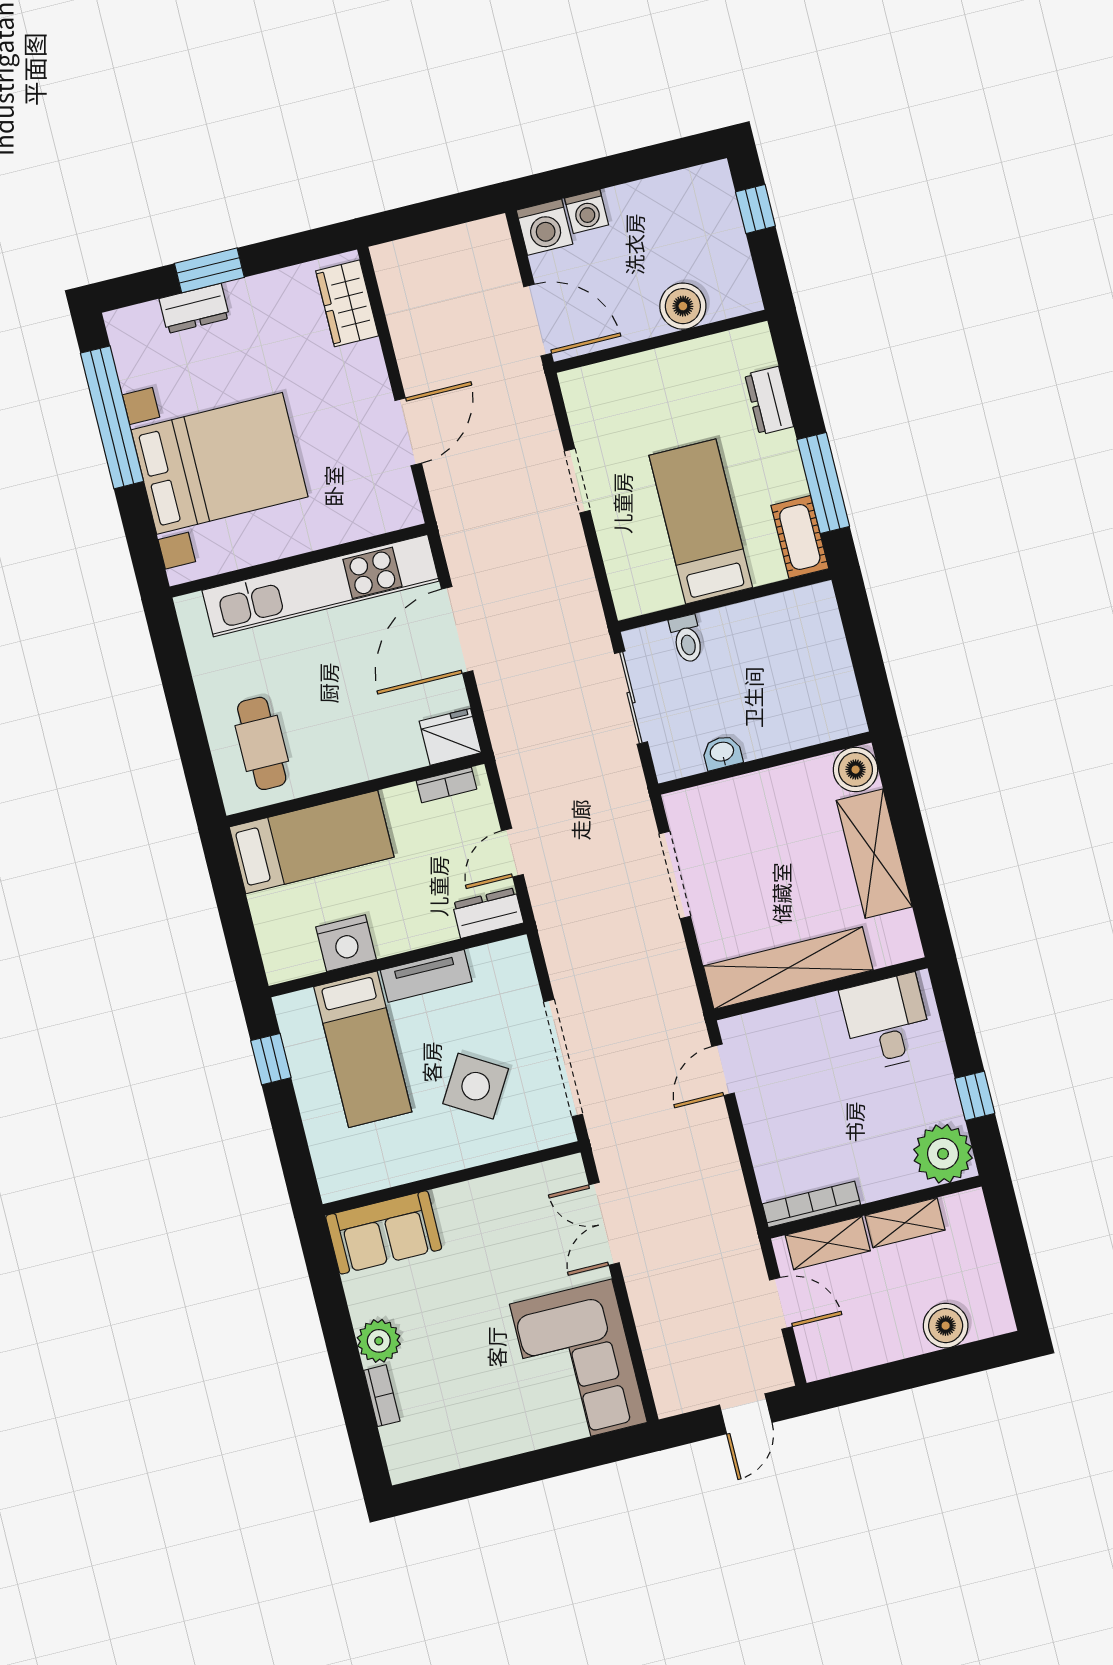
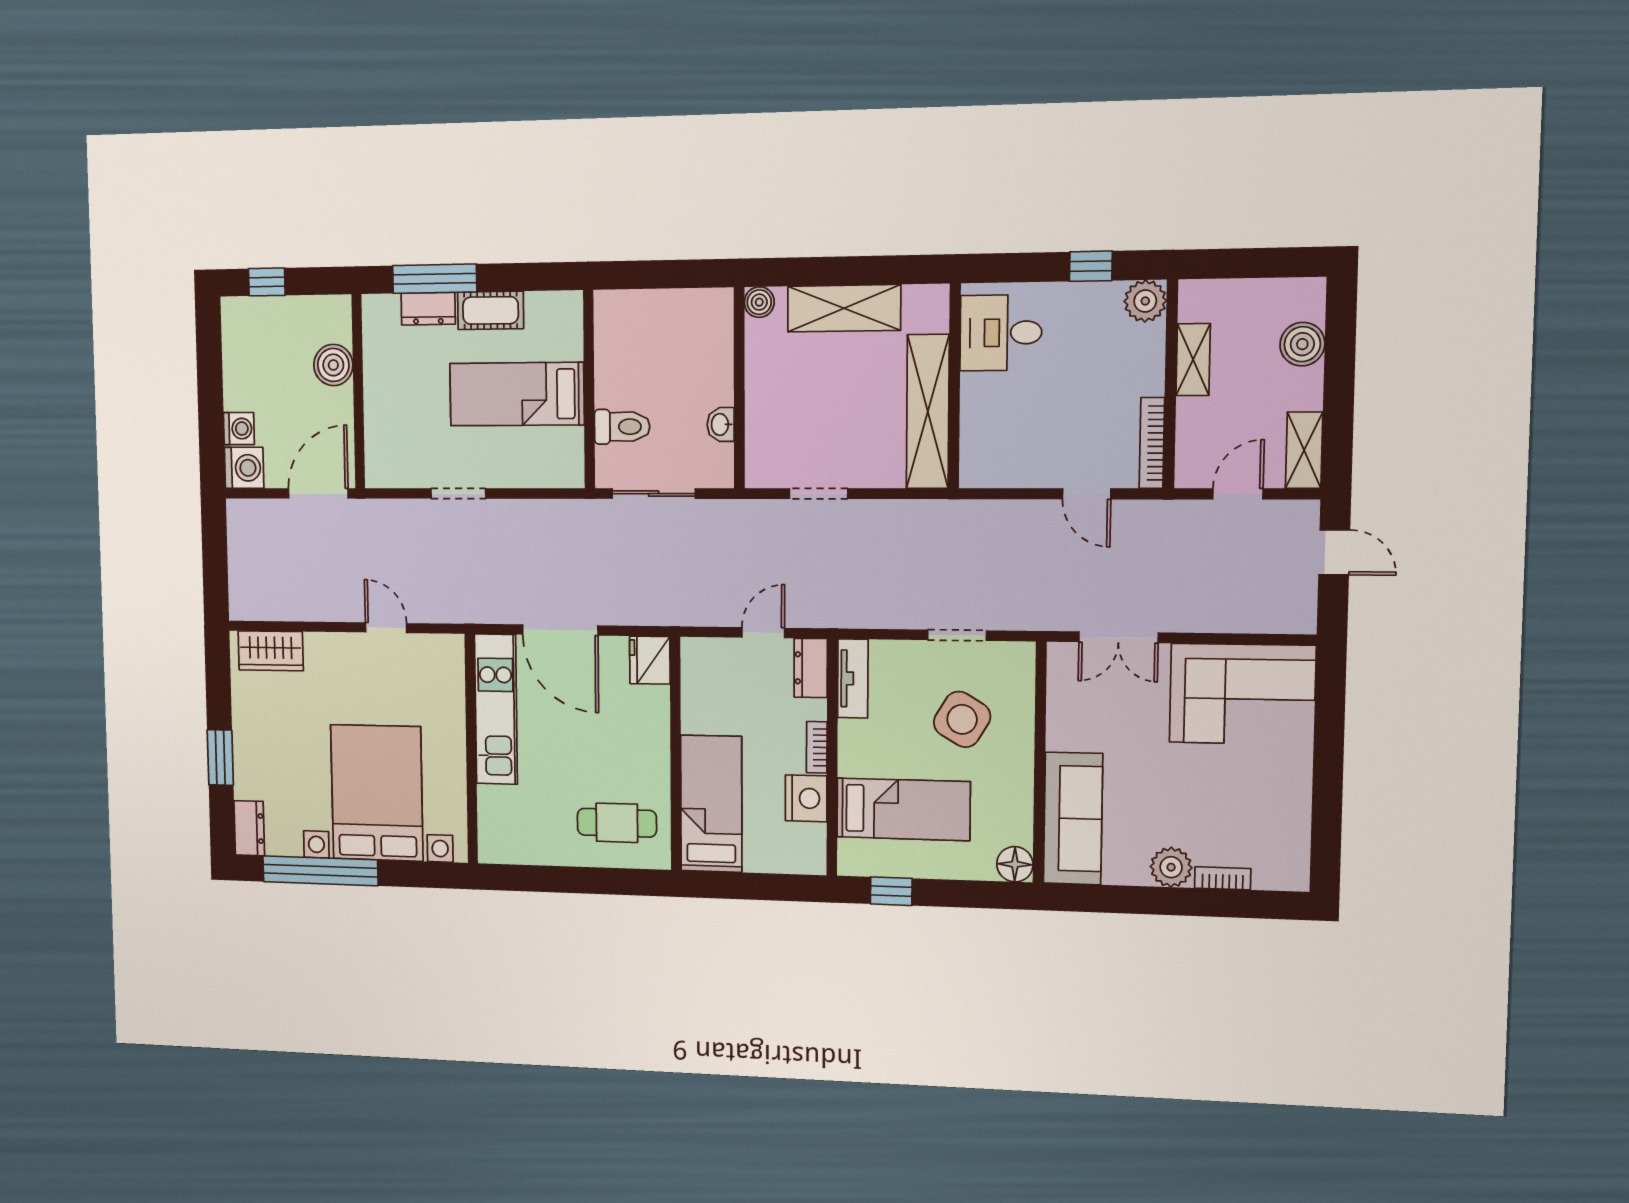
dresser: (194, 308) -> (249, 828), moved
door: (408, 432) -> (386, 628), width x0.73
window: (823, 483) -> (435, 279), moved
cot: (800, 537) -> (491, 310), moved
kitchen unit: (321, 586) -> (496, 709), width x0.73
toilet: (687, 639) -> (622, 427), width x1.37, depth x1.39
boiler: (856, 770) -> (759, 302), width x0.73, depth x0.73
bookcase: (447, 785) -> (817, 747), moved, turned 180
door: (512, 853) -> (763, 633), swing flipped
doorway: (675, 875) -> (819, 494), width x0.73
tv unit: (426, 976) -> (853, 678), moved
doorway: (563, 1058) -> (957, 635), width x0.53
door: (723, 1070) -> (1087, 494), moved
plant: (943, 1154) -> (1145, 301), width x0.73, depth x0.73
floor lamp: (337, 1181) -> (1015, 864), added
sofa: (384, 1232) -> (1073, 818), width x1.36
shelving: (828, 1243) -> (1304, 450), moved

